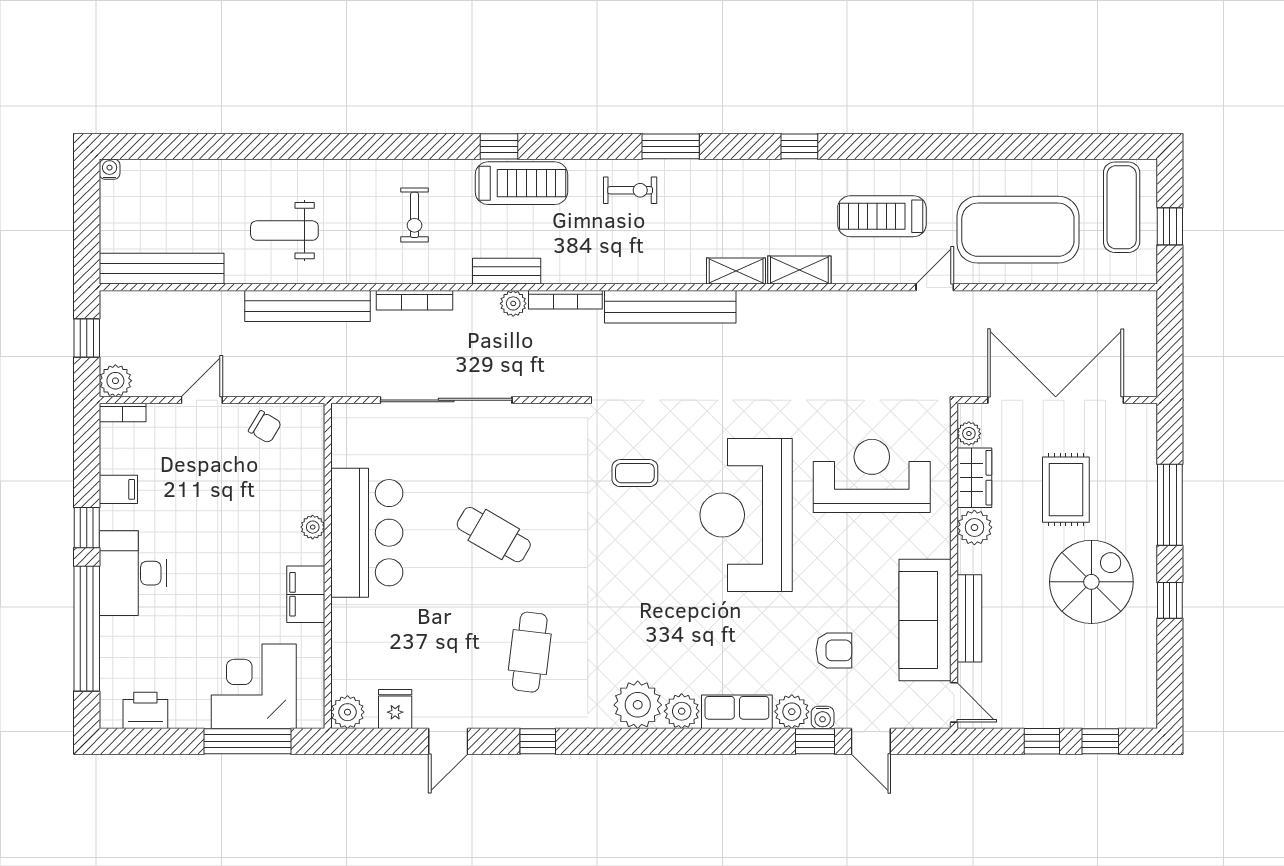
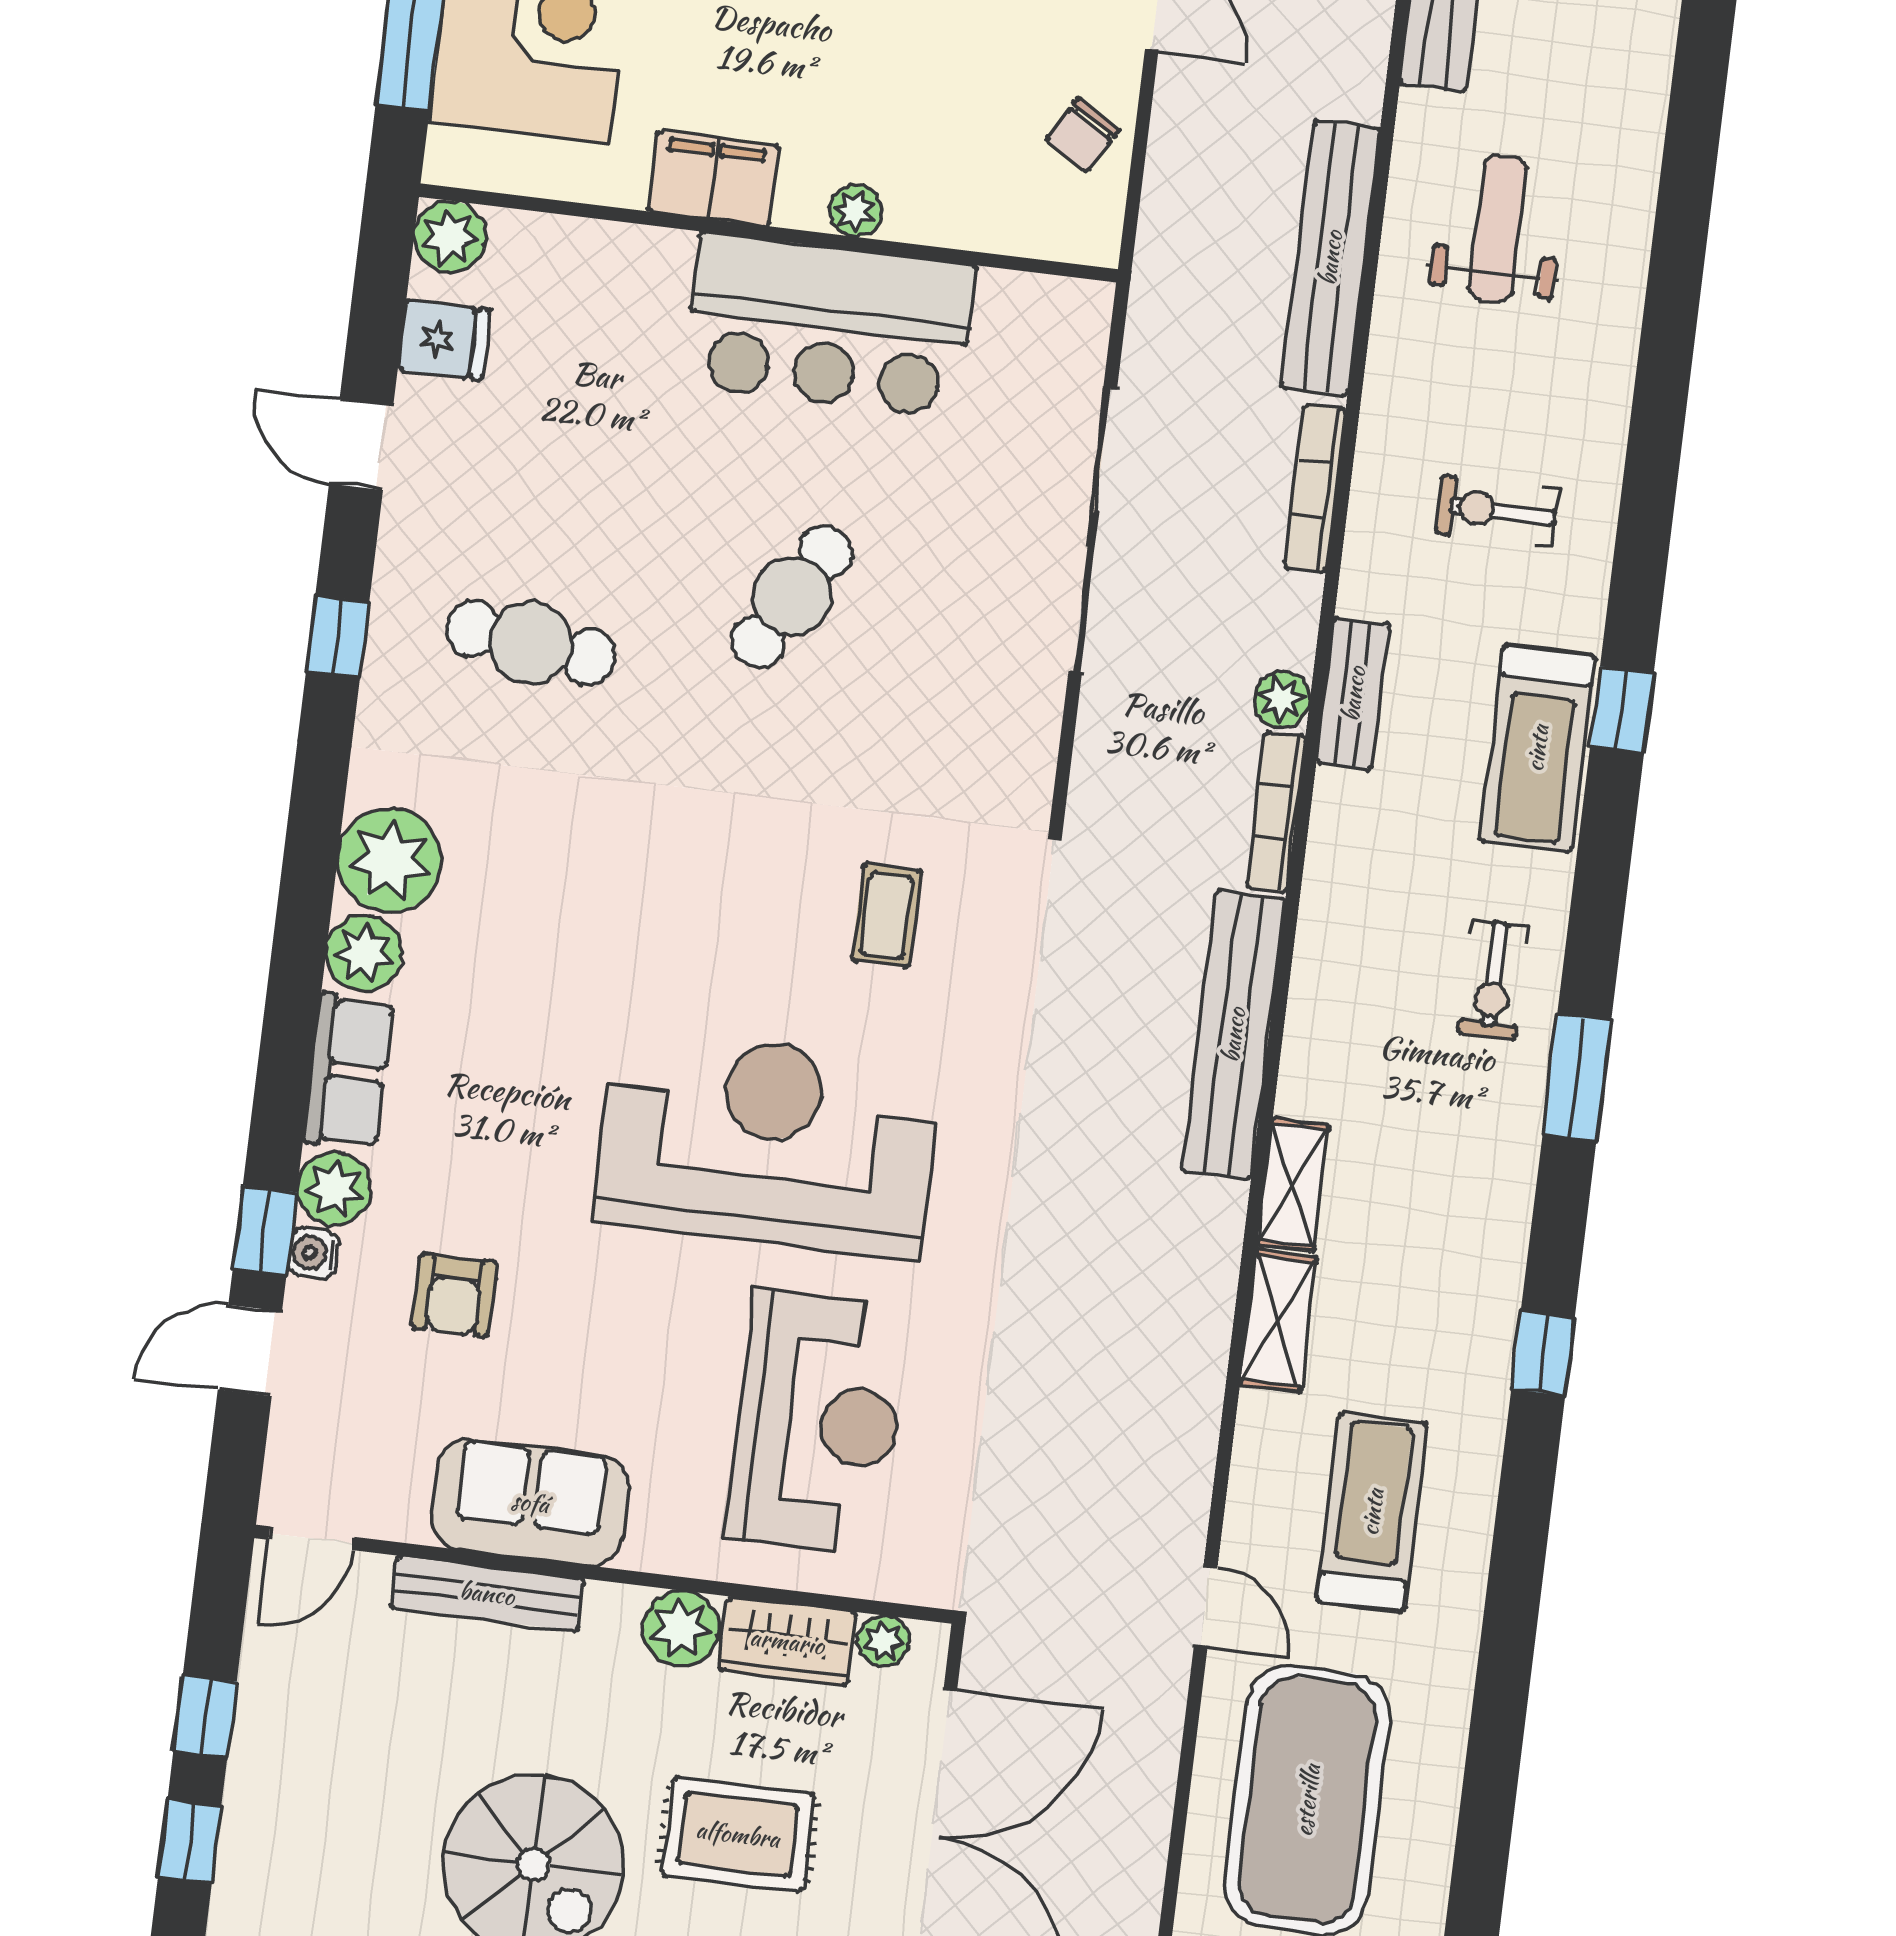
sofa: (925, 620) -> (530, 1502), width x0.73

